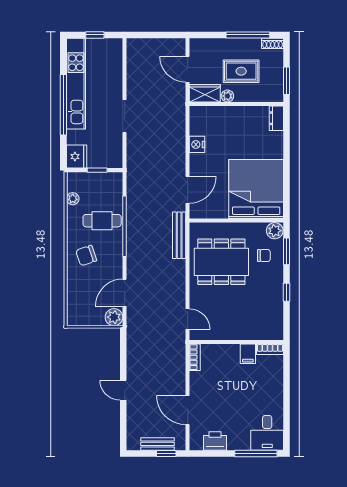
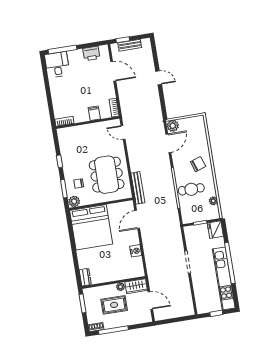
dining table: (221, 262) -> (107, 175), turned 90
filing cabinet: (248, 354) -> (94, 113), moved

